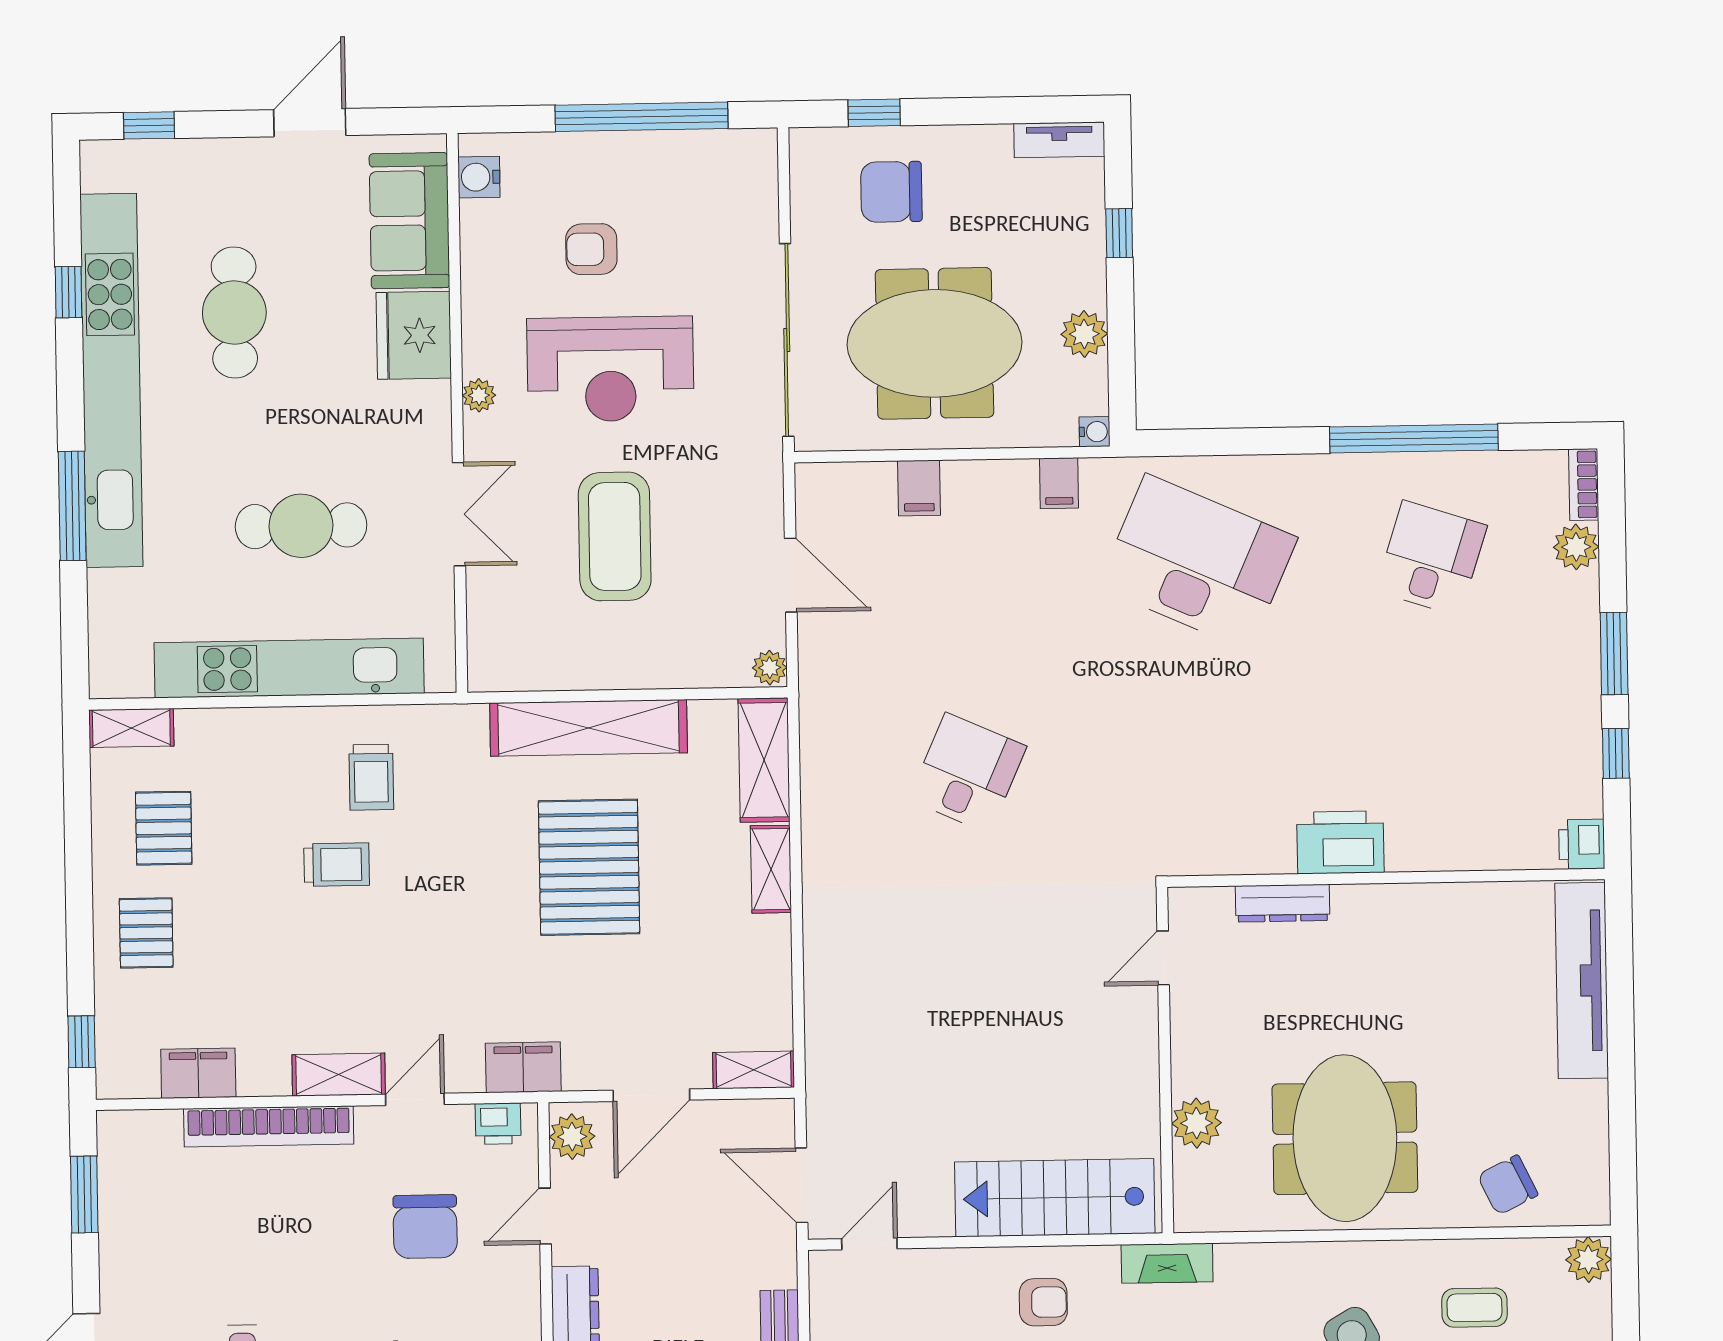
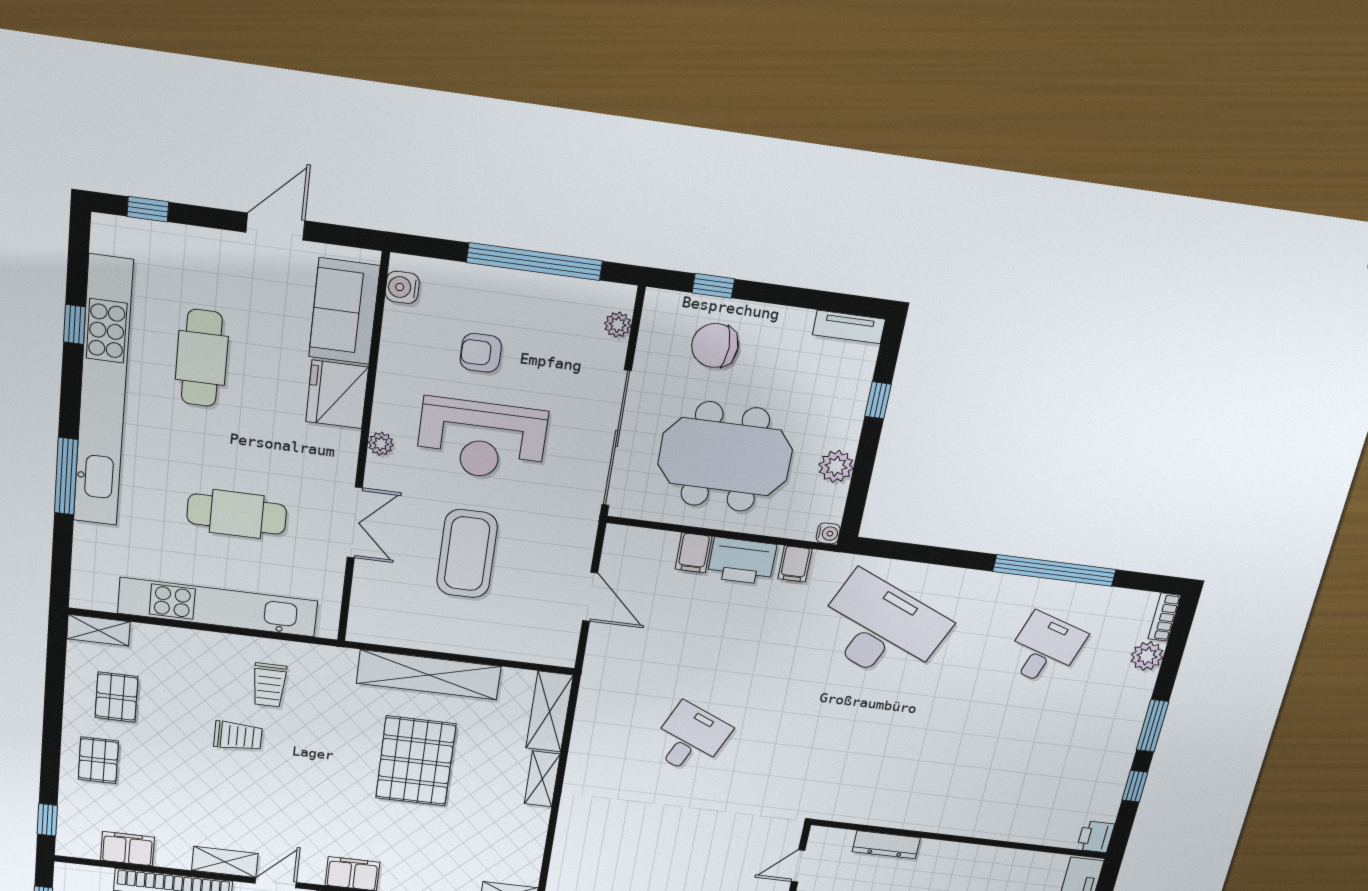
plant: (770, 668) -> (618, 325), moved
printer: (1340, 842) -> (742, 561), moved, turned 180

